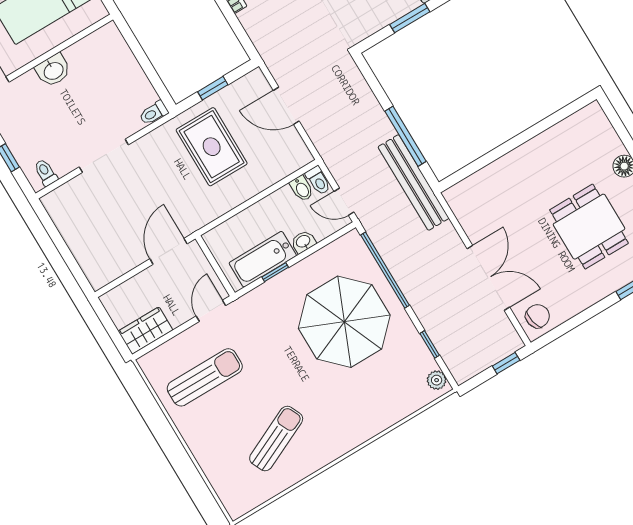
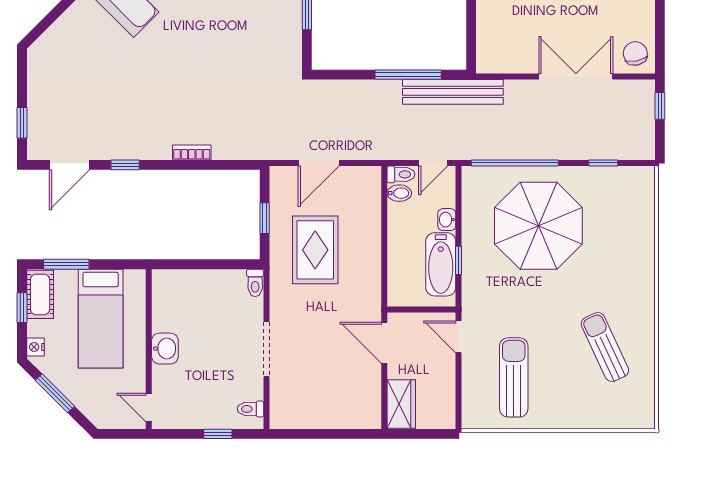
rug: (212, 147) -> (315, 250), turned 90
wardrobe: (146, 331) -> (401, 404), moved, turned 180
plant: (437, 380) -> (638, 176), removed

